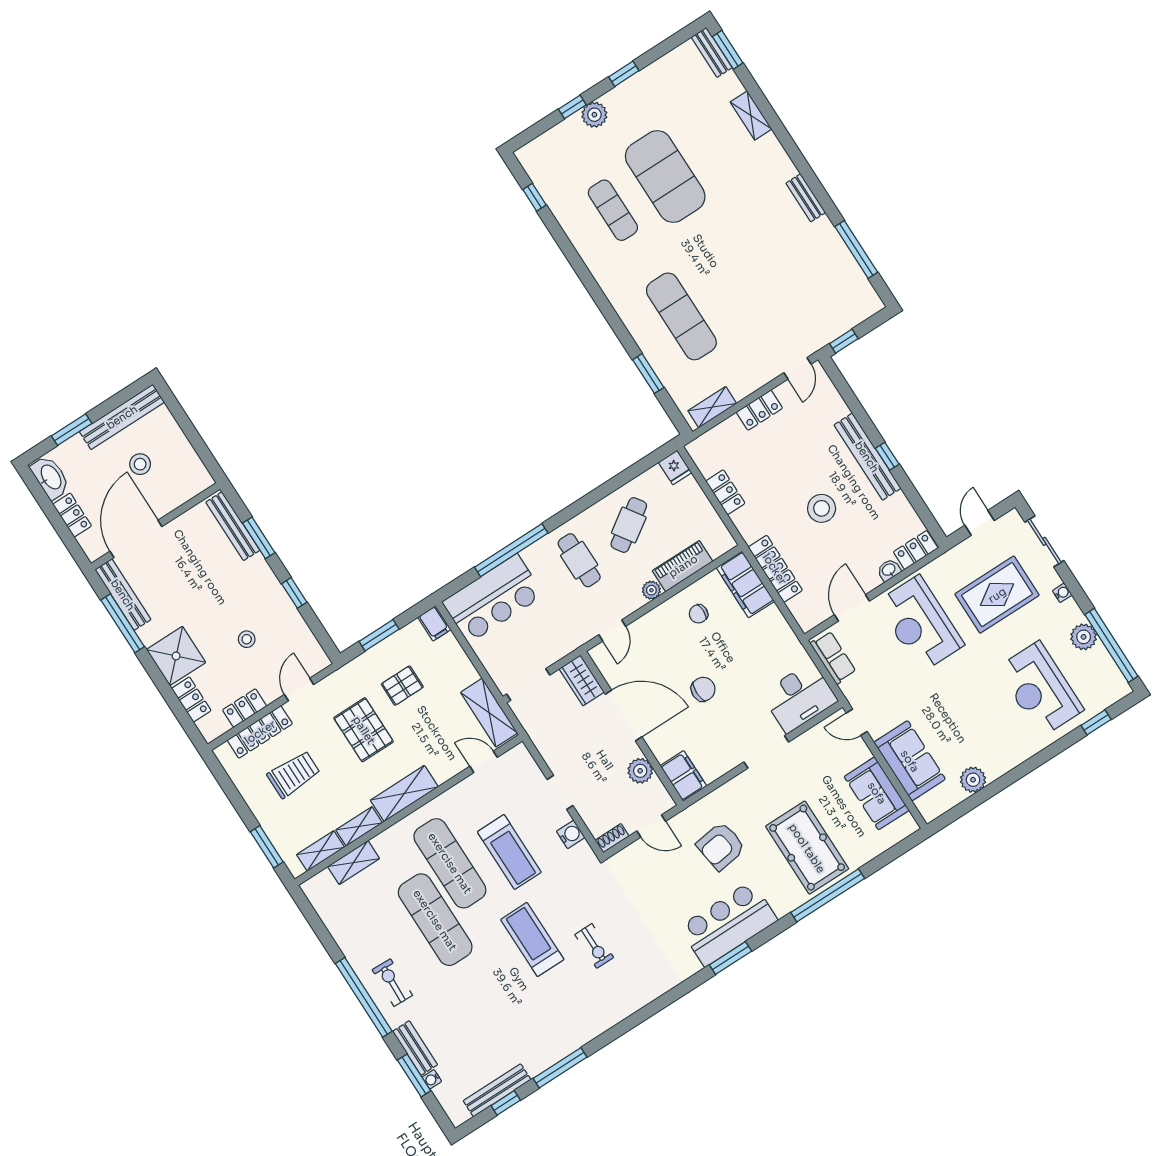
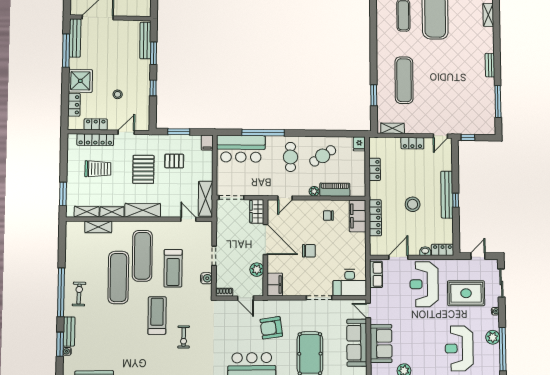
sofa: (877, 793) -> (357, 343), width x1.36

